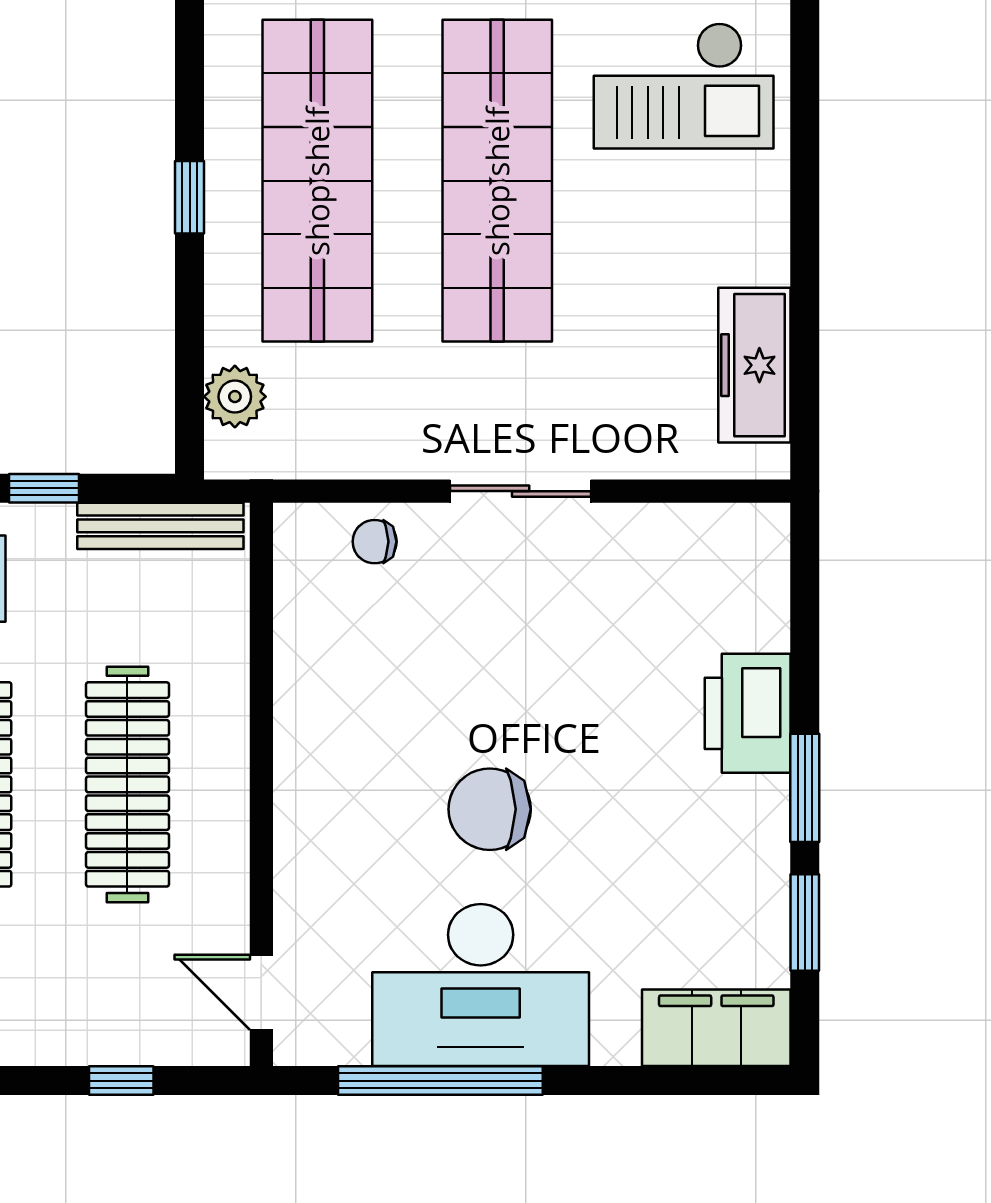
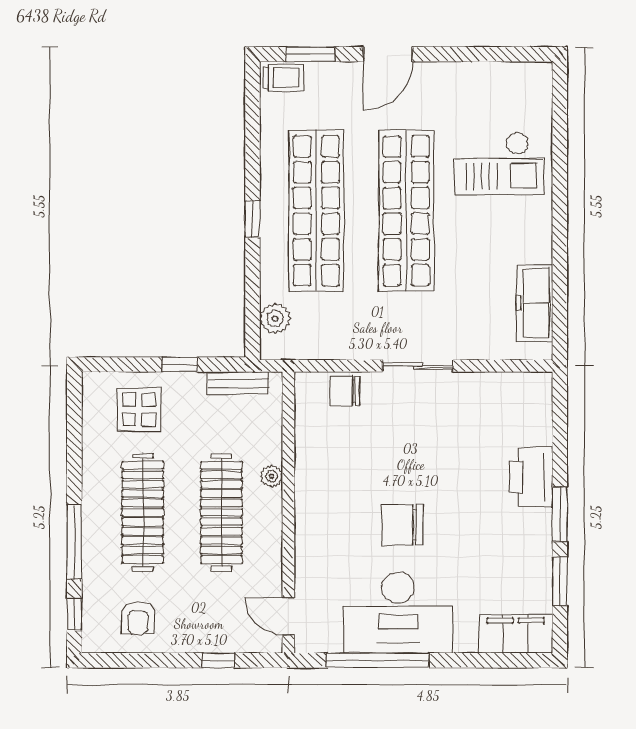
bench: (160, 526) -> (238, 383), width x0.73
chair: (375, 542) -> (345, 391), width x1.37, depth x1.37
plant: (228, 712) -> (272, 476), added

